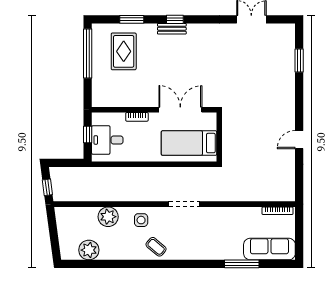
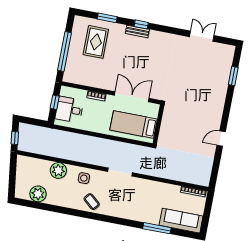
window: (88, 54) -> (64, 52), moved

